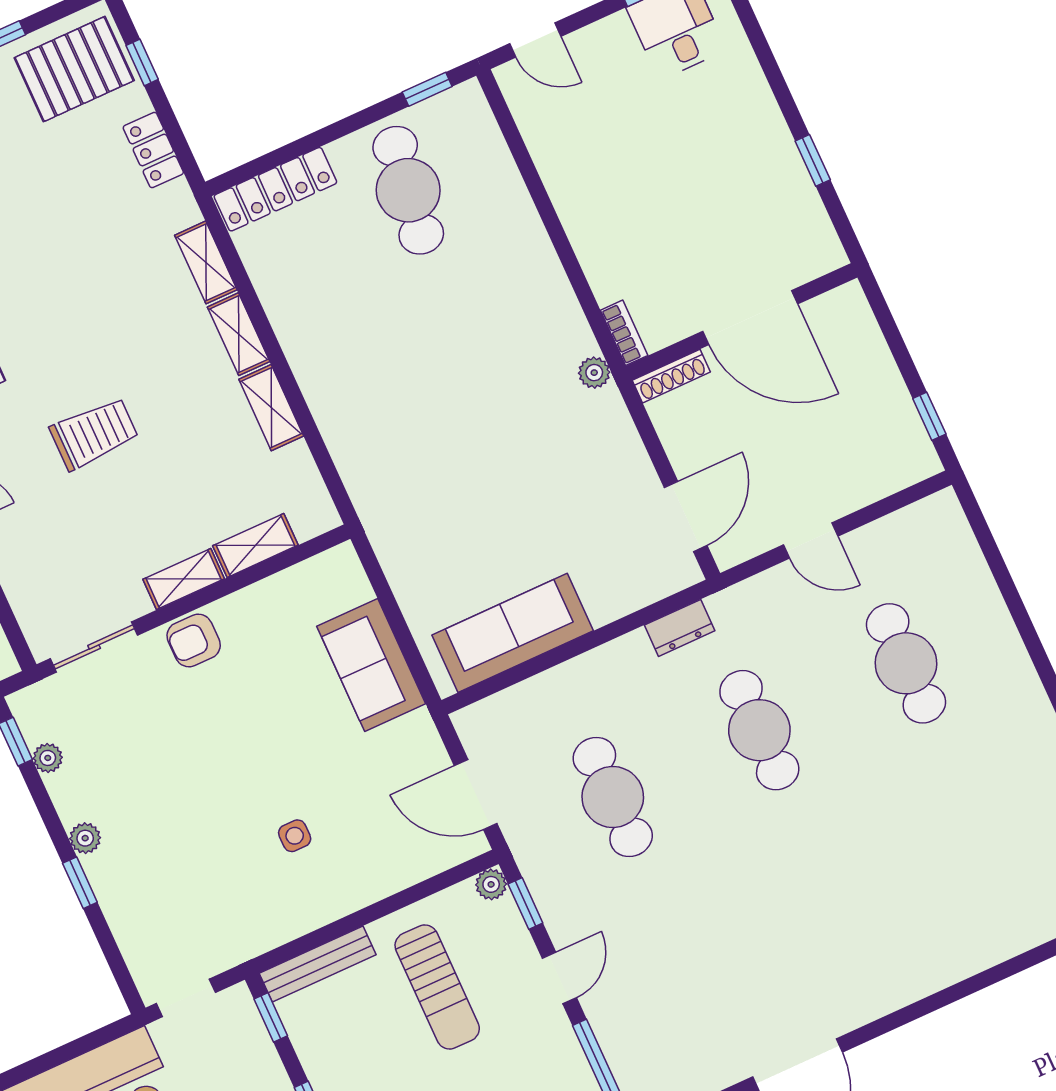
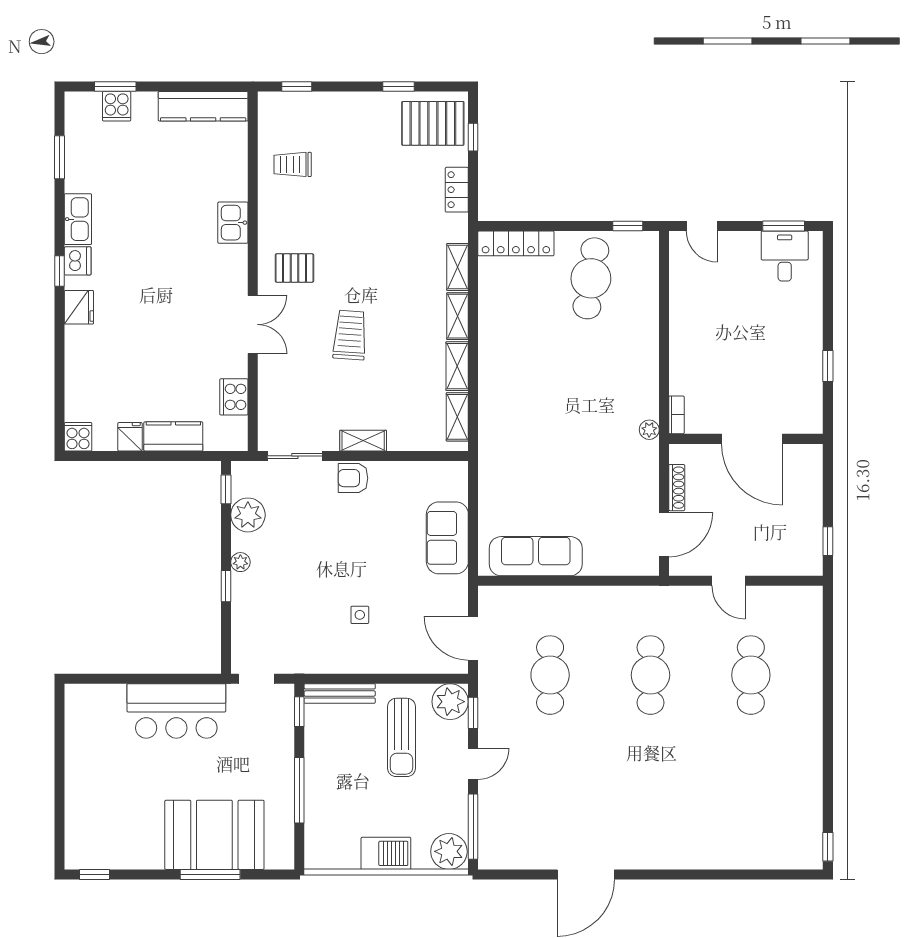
shoe rack: (671, 376) -> (677, 488), moved, turned -90
trolley: (94, 434) -> (350, 335), turned -86
shelving: (255, 545) -> (457, 417), moved, turned 90
dresser: (680, 628) -> (632, 597), removed
plant: (48, 758) -> (248, 515), width x1.87, depth x1.87
plant: (491, 884) -> (450, 702), width x1.88, depth x1.88

